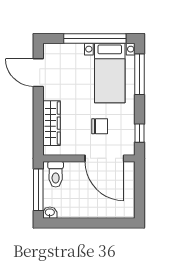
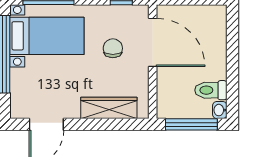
door: (104, 158) -> (153, 42), hinge flipped
toilet: (56, 174) -> (211, 90), moved, turned 180

